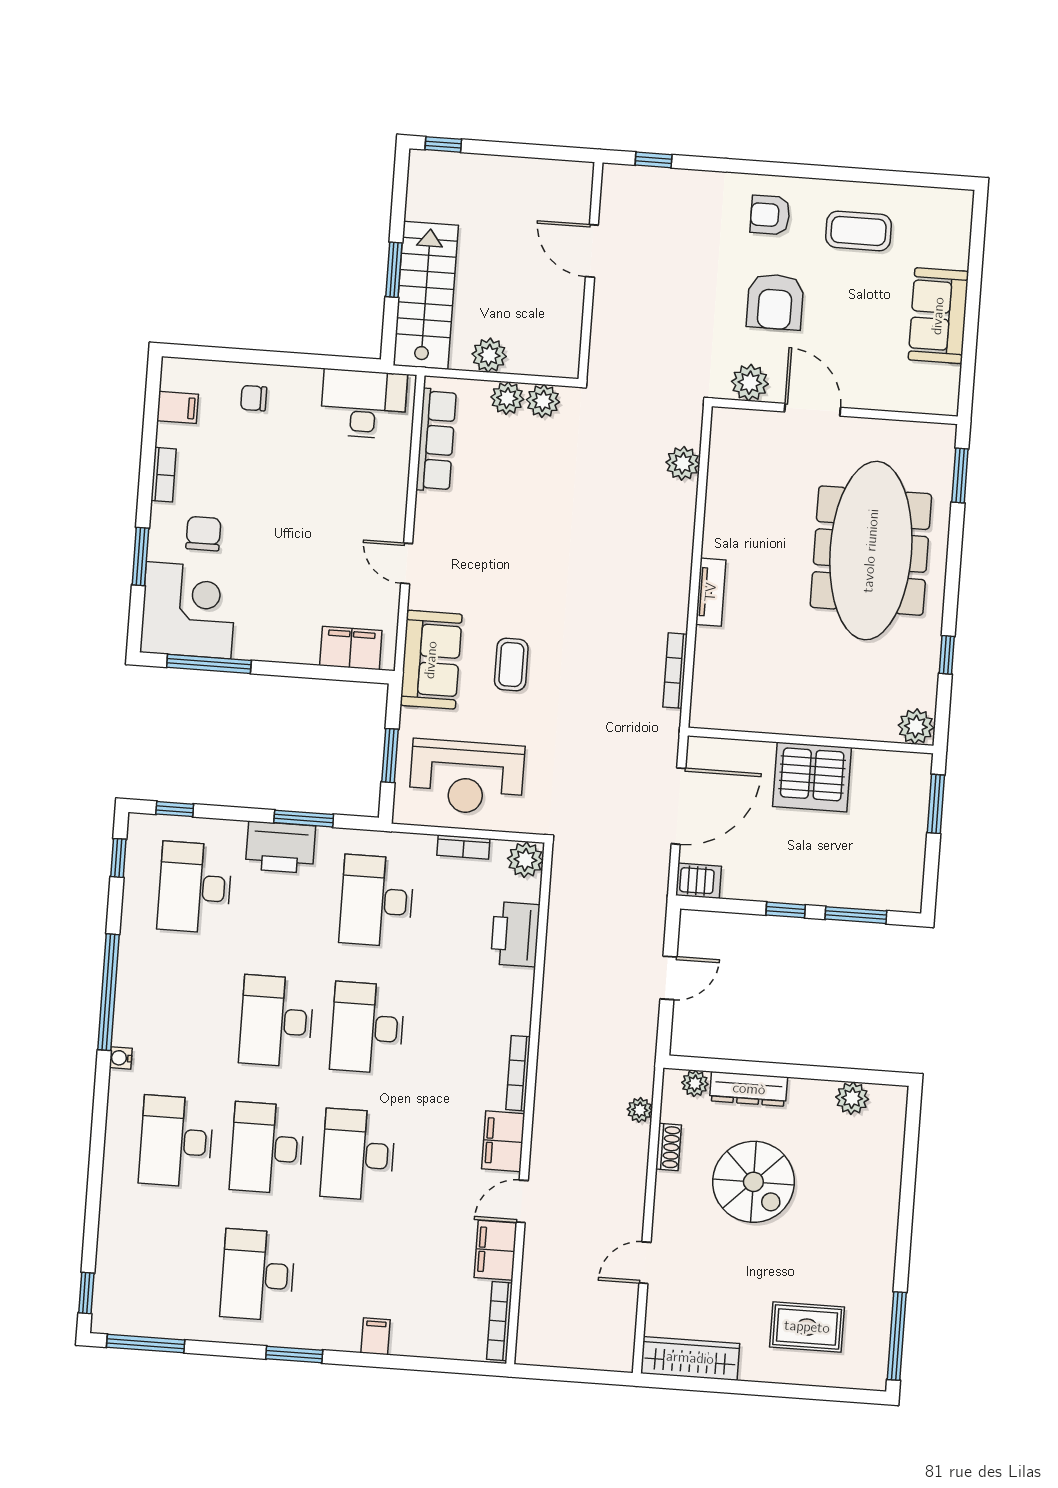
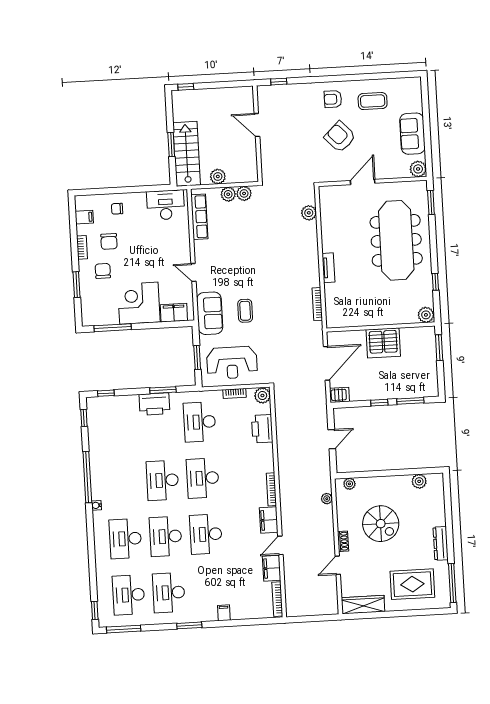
armchair: (775, 302) -> (340, 137), turned 136
plant: (750, 383) -> (418, 169), moved
door: (813, 410) -> (363, 182), hinge flipped
chair: (226, 469) -> (109, 241), added
corner desk: (189, 610) -> (139, 303), moved, turned -90
desk: (195, 887) -> (129, 595), moved
dresser: (749, 1089) -> (441, 543), moved, turned 90
shoe rack: (668, 1147) -> (343, 541), moved
rug: (807, 1327) -> (412, 584), width x1.36, depth x1.43

